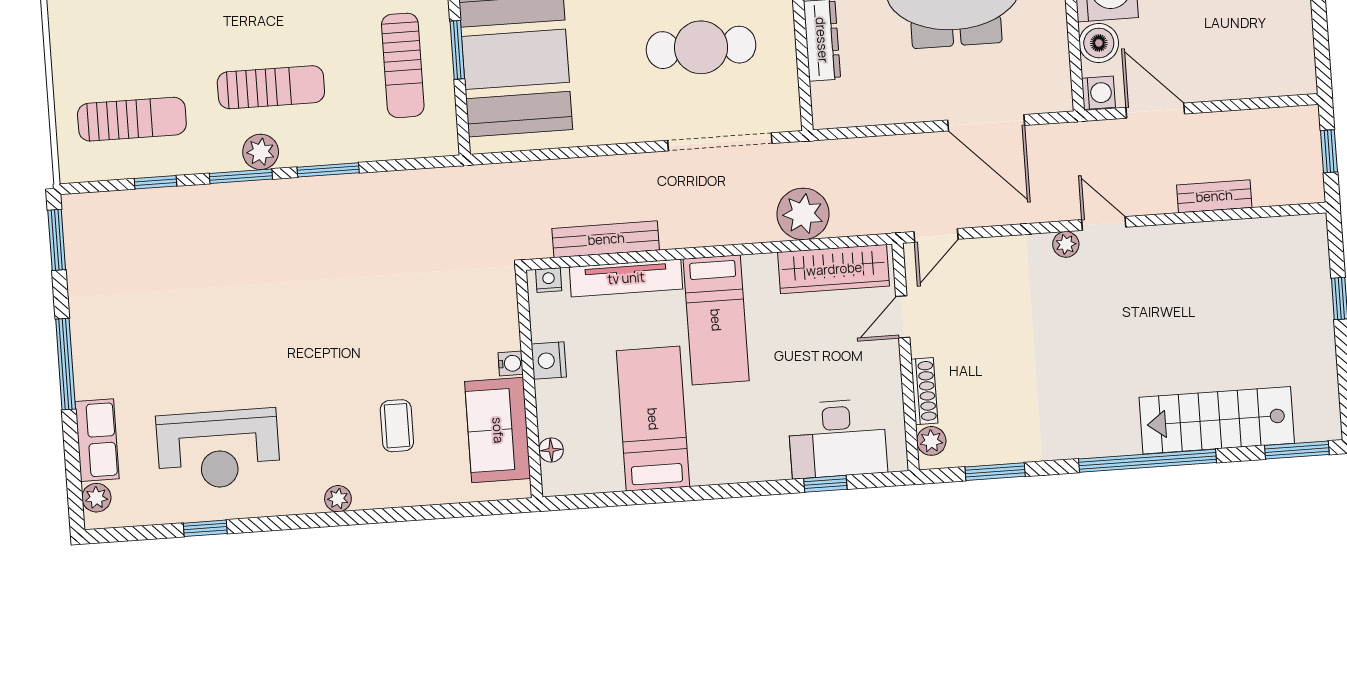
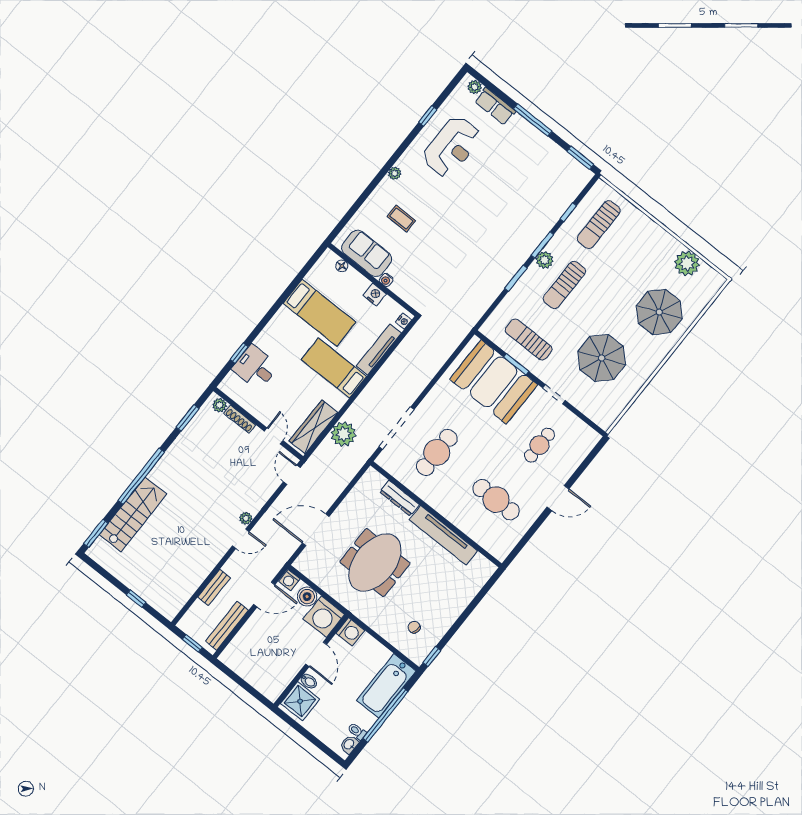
bench: (606, 239) -> (227, 626), moved
desk: (838, 439) -> (255, 367), width x0.73
reception desk: (218, 449) -> (452, 147), turned 180

